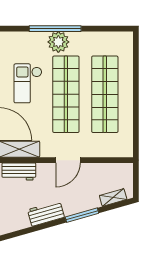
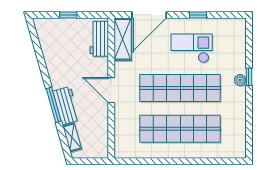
window: (55, 29) -> (249, 77), width x0.32
plant: (58, 42) -> (240, 80), width x0.53, depth x0.53
workbench: (46, 213) -> (66, 106), moved

